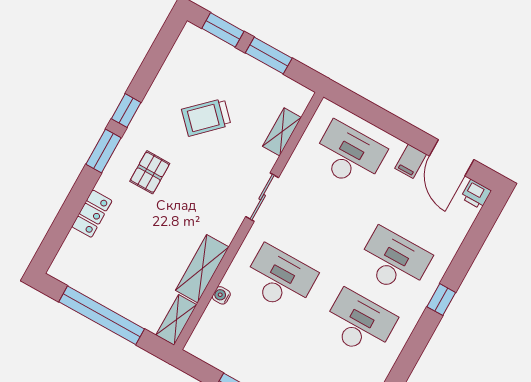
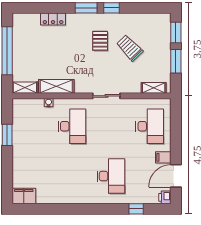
shelving: (282, 132) -> (154, 88), moved
pallet: (150, 172) -> (100, 41), moved, turned 90
window: (441, 300) -> (136, 209), moved
desk: (359, 323) -> (72, 176), removed

